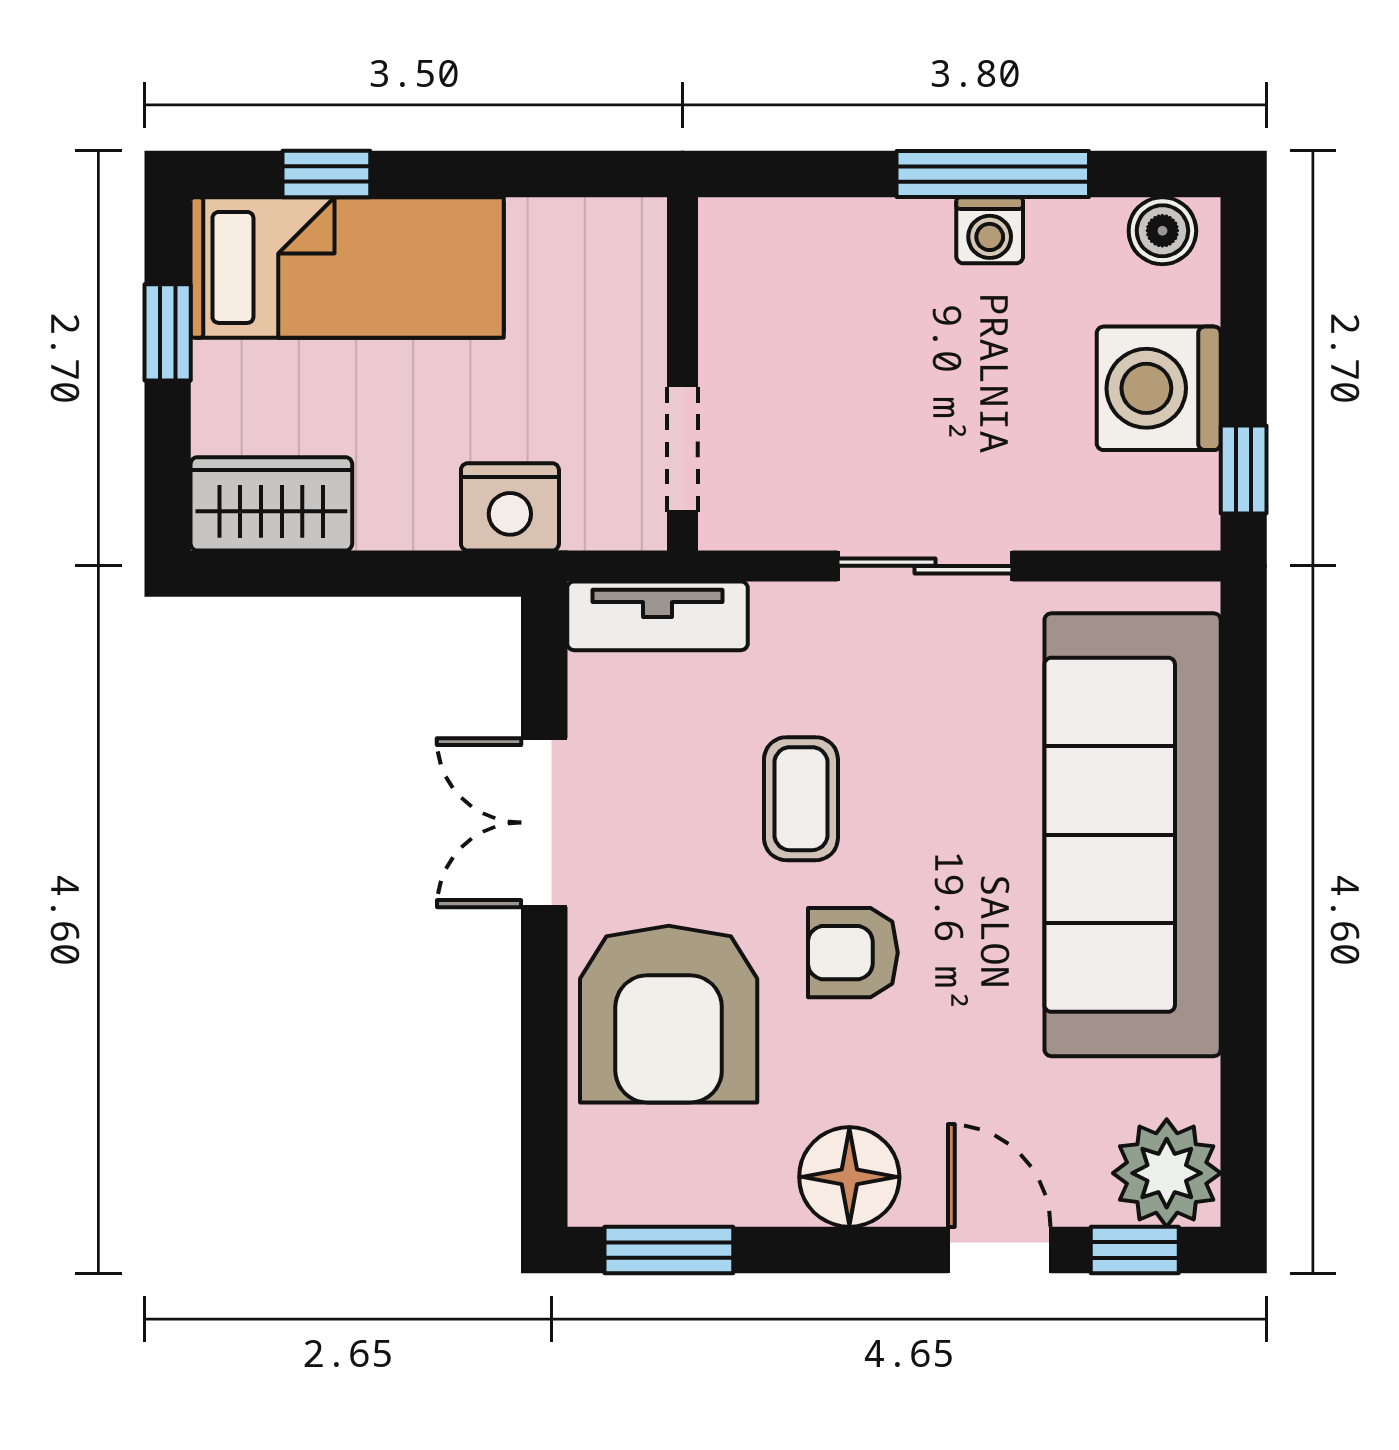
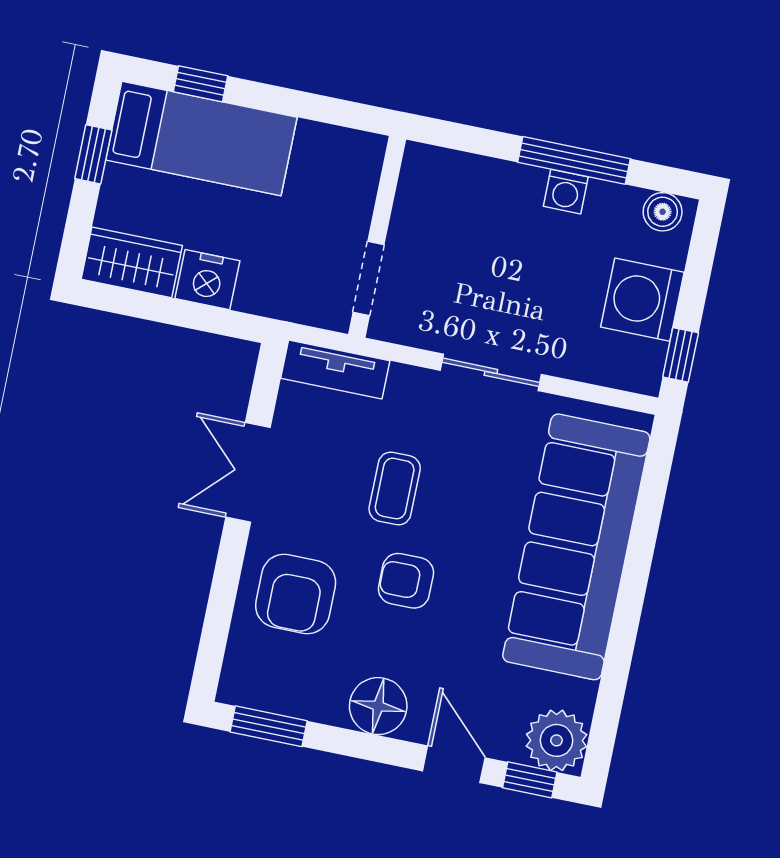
nightstand: (510, 507) -> (207, 280), moved
armchair: (669, 1014) -> (296, 594), width x0.73, depth x0.73

